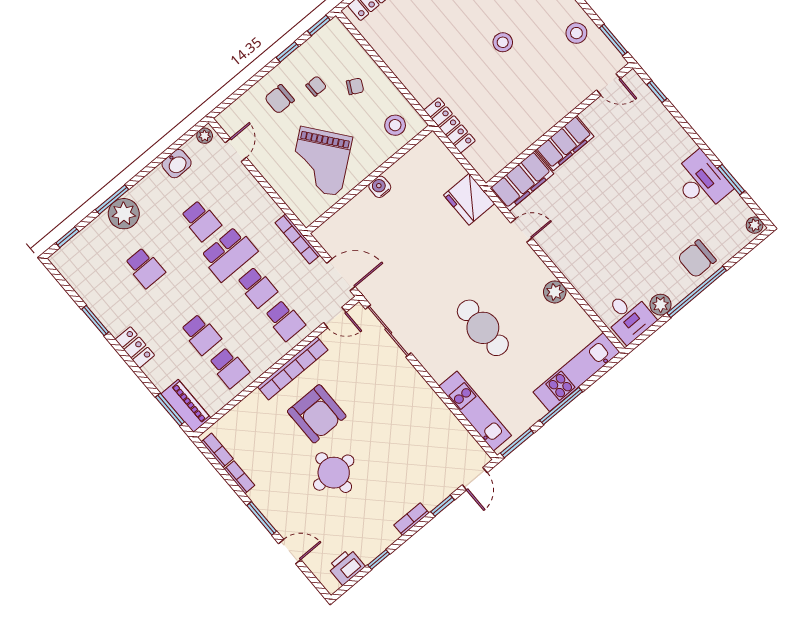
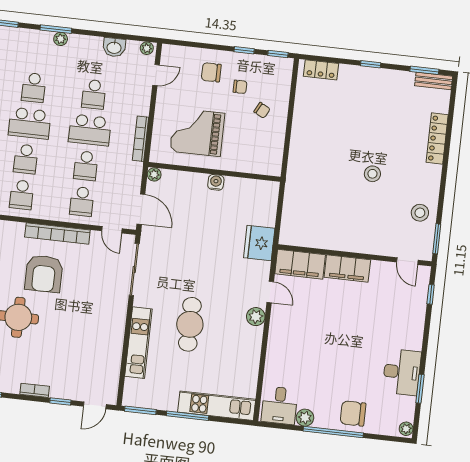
stool: (395, 125) -> (261, 156), removed
locker: (450, 125) -> (292, 189), removed
grand piano: (320, 161) -> (197, 132), turned 38
plant: (124, 214) -> (61, 39), width x0.53, depth x0.53
plant: (322, 234) -> (154, 174), added
bookcase: (298, 239) -> (141, 139), moved
plant: (555, 292) -> (256, 317), moved
school desk: (173, 301) -> (30, 123), added
kitchen unit: (475, 411) -> (138, 343), moved

